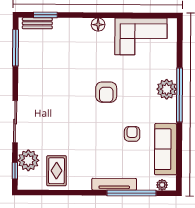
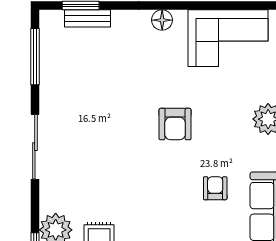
bench: (37, 23) -> (88, 18), moved
sliding door: (15, 122) -> (35, 147), moved

